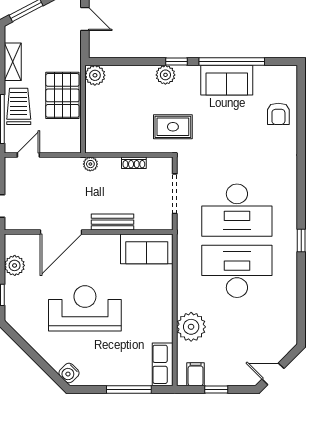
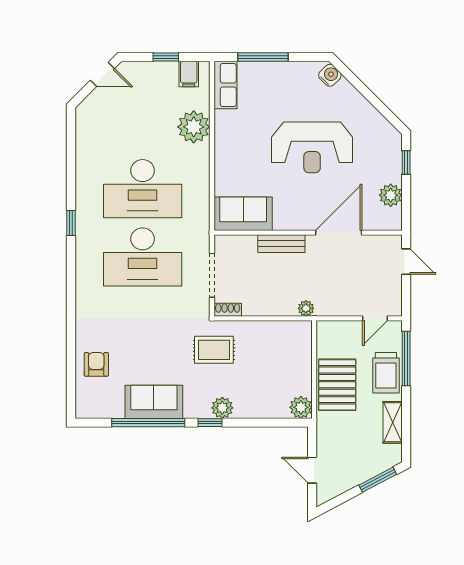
shoe rack: (134, 163) -> (228, 310), moved
desk: (237, 210) -> (143, 257), turned 180

